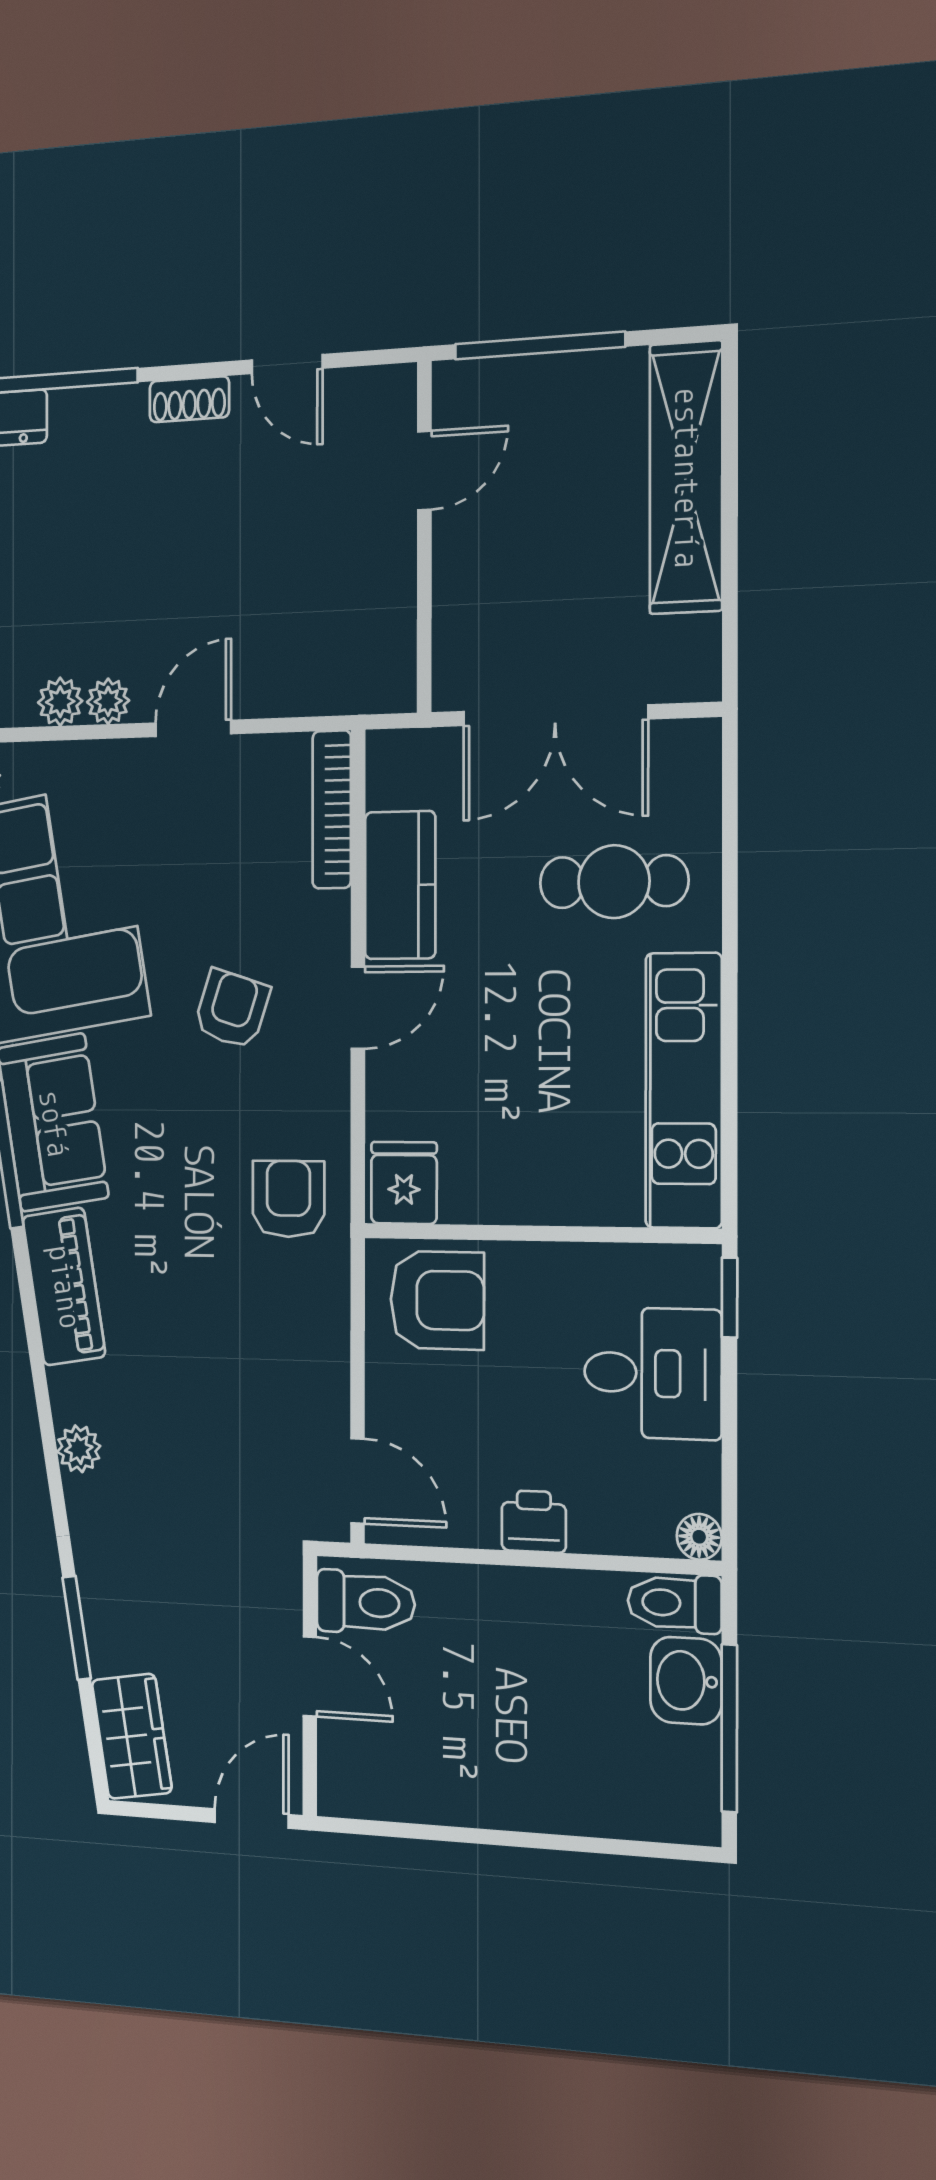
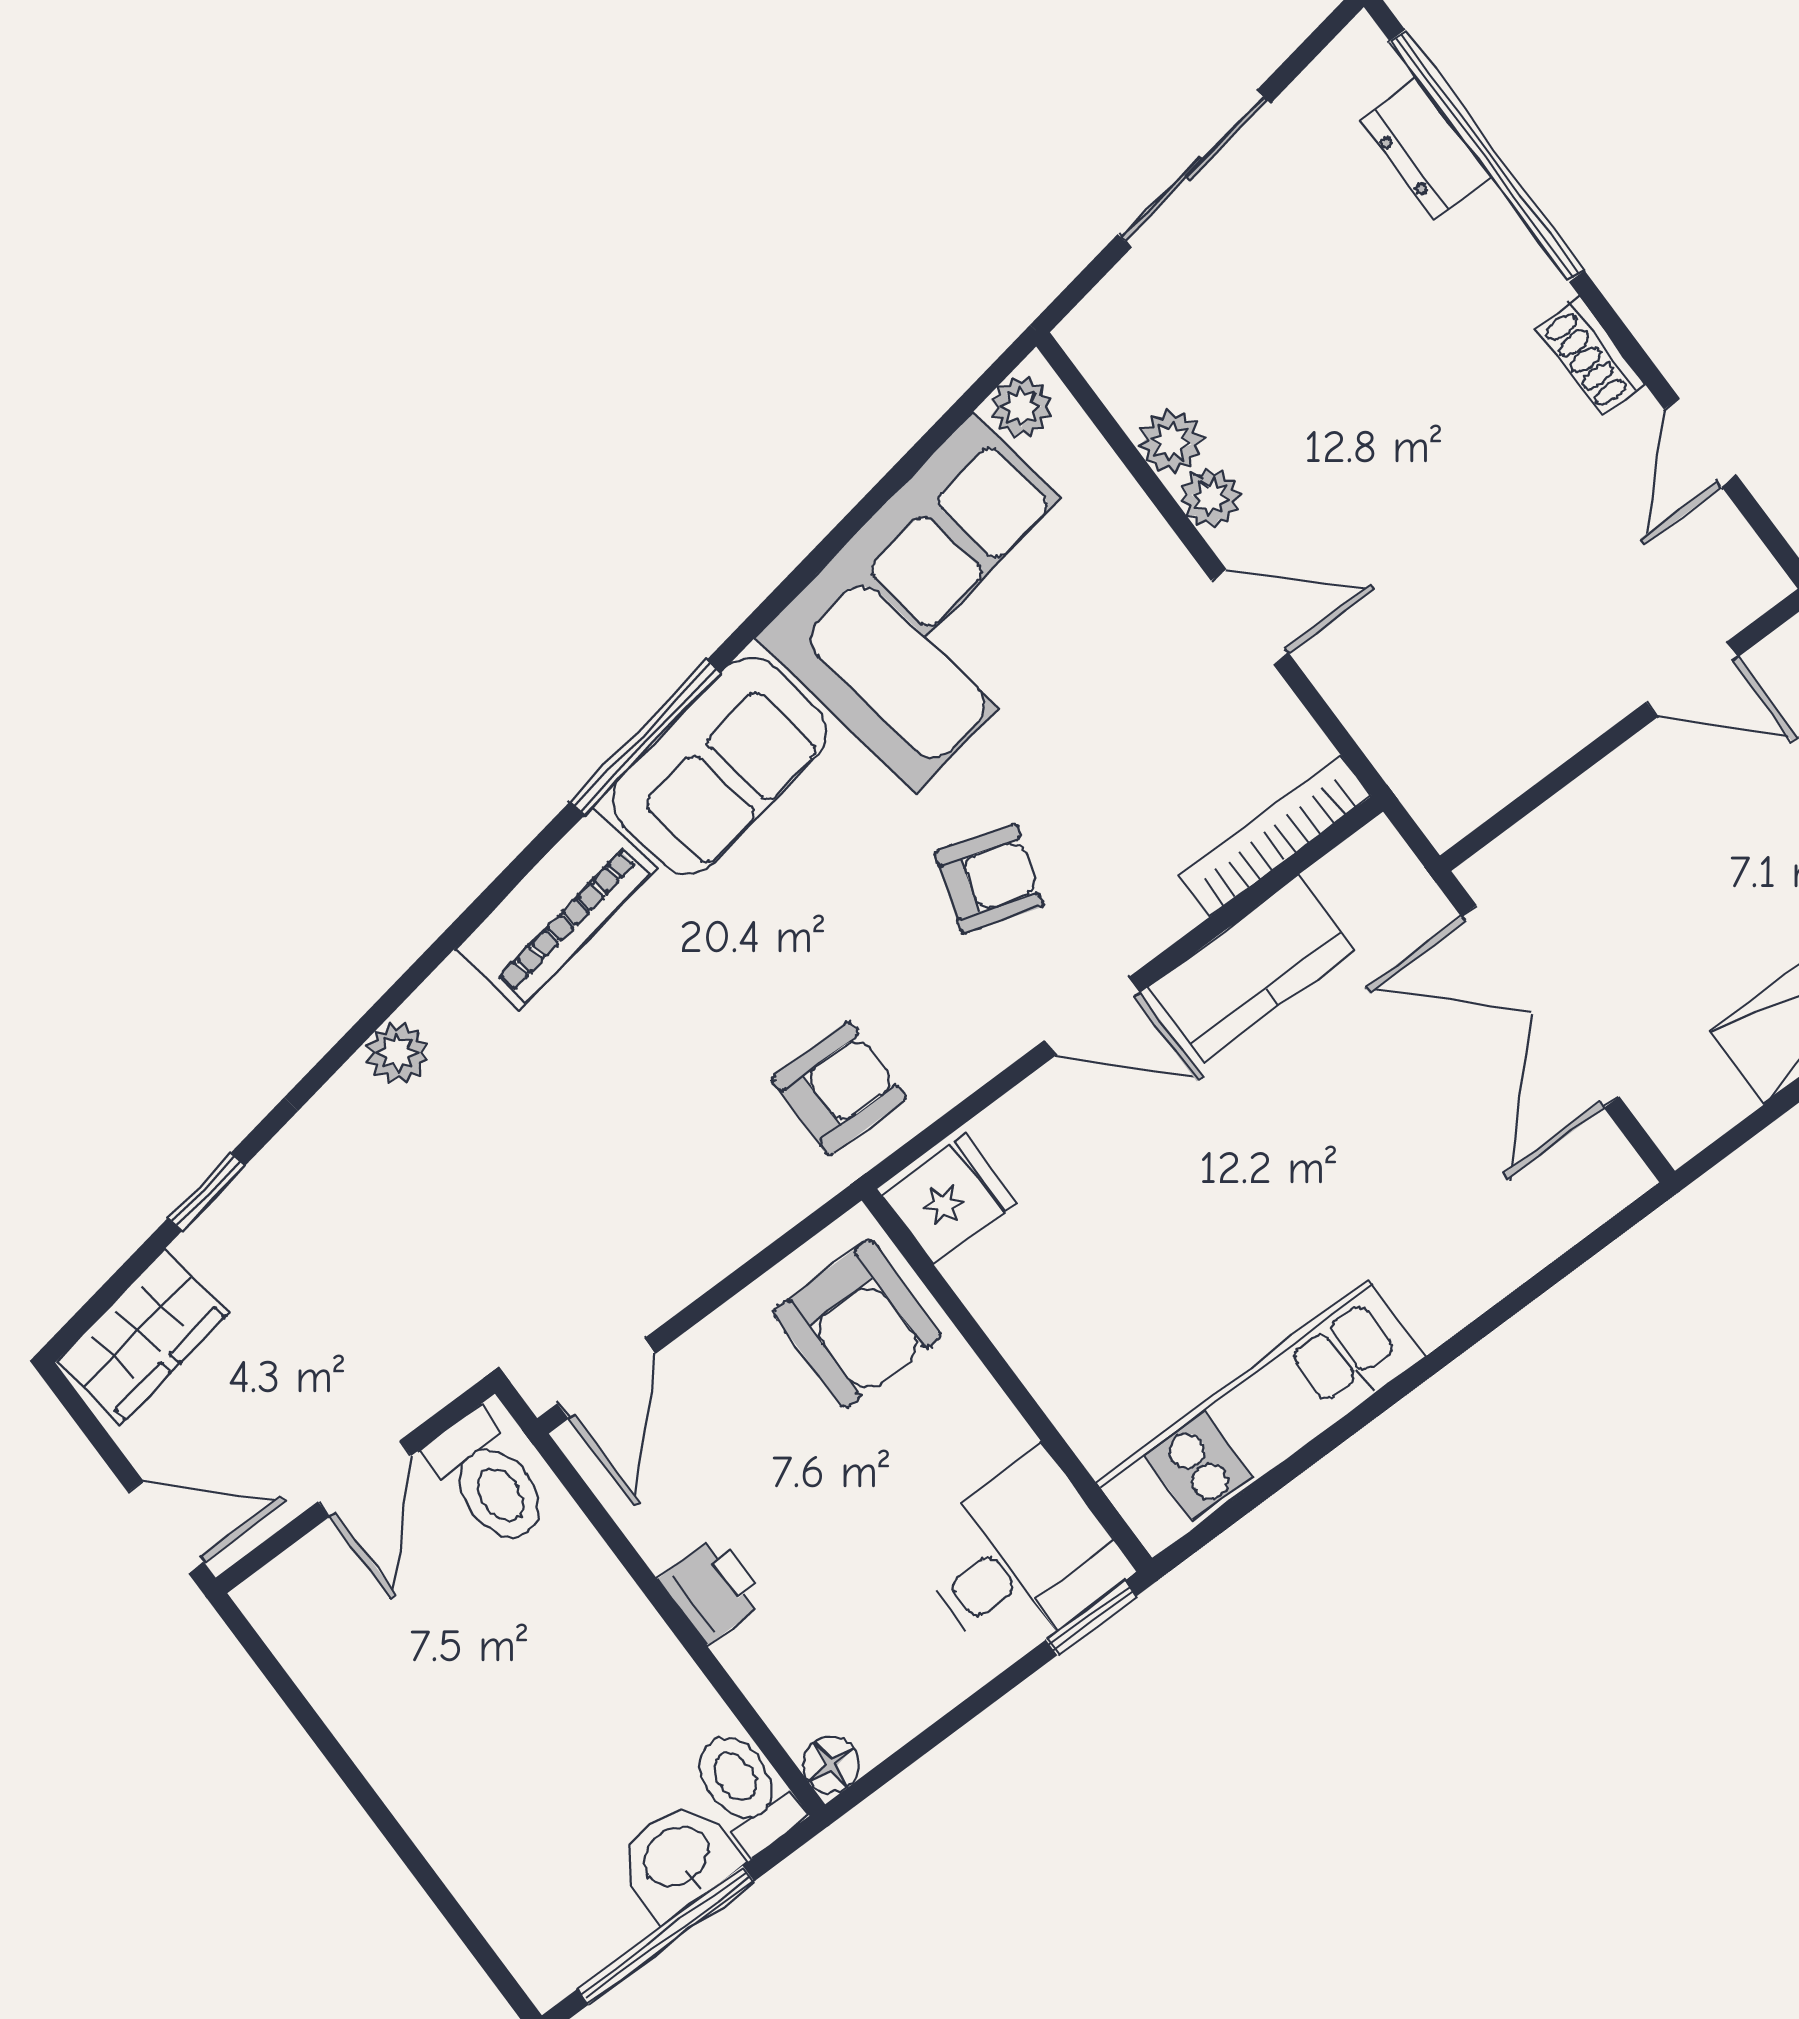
cafe table: (614, 882) -> (1417, 1193), removed
desk: (653, 1373) -> (1020, 1558), moved, turned -90
window: (77, 1628) -> (207, 1192), width x0.67

